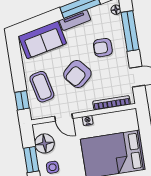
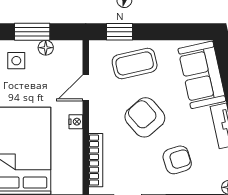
armchair: (103, 48) -> (177, 160), turned 73
floor lamp: (44, 143) -> (46, 48), width x0.53, depth x0.53

